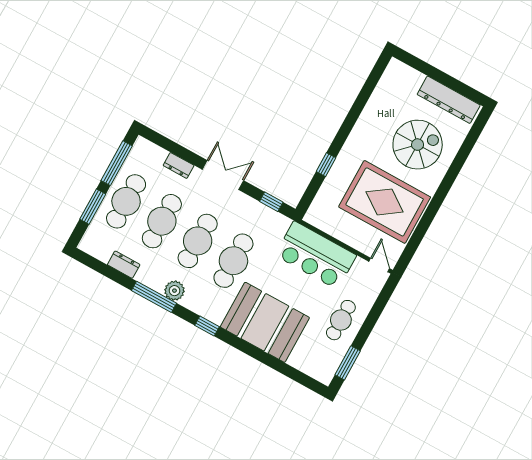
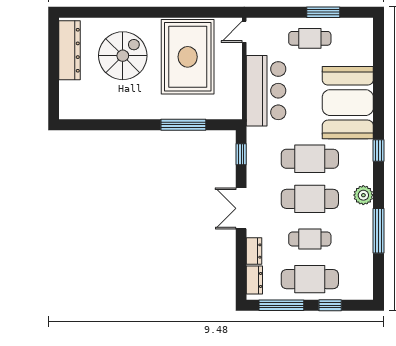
spiral stairs: (418, 145) -> (123, 56), turned 90
window: (326, 165) -> (183, 125), width x2.17
window: (93, 207) -> (330, 305), width x0.67
cafe table: (162, 221) -> (310, 239), width x0.73, depth x0.74
dresser: (124, 265) -> (254, 280), moved, turned 180
window: (154, 297) -> (378, 231), moved
window: (348, 363) -> (323, 12), moved

